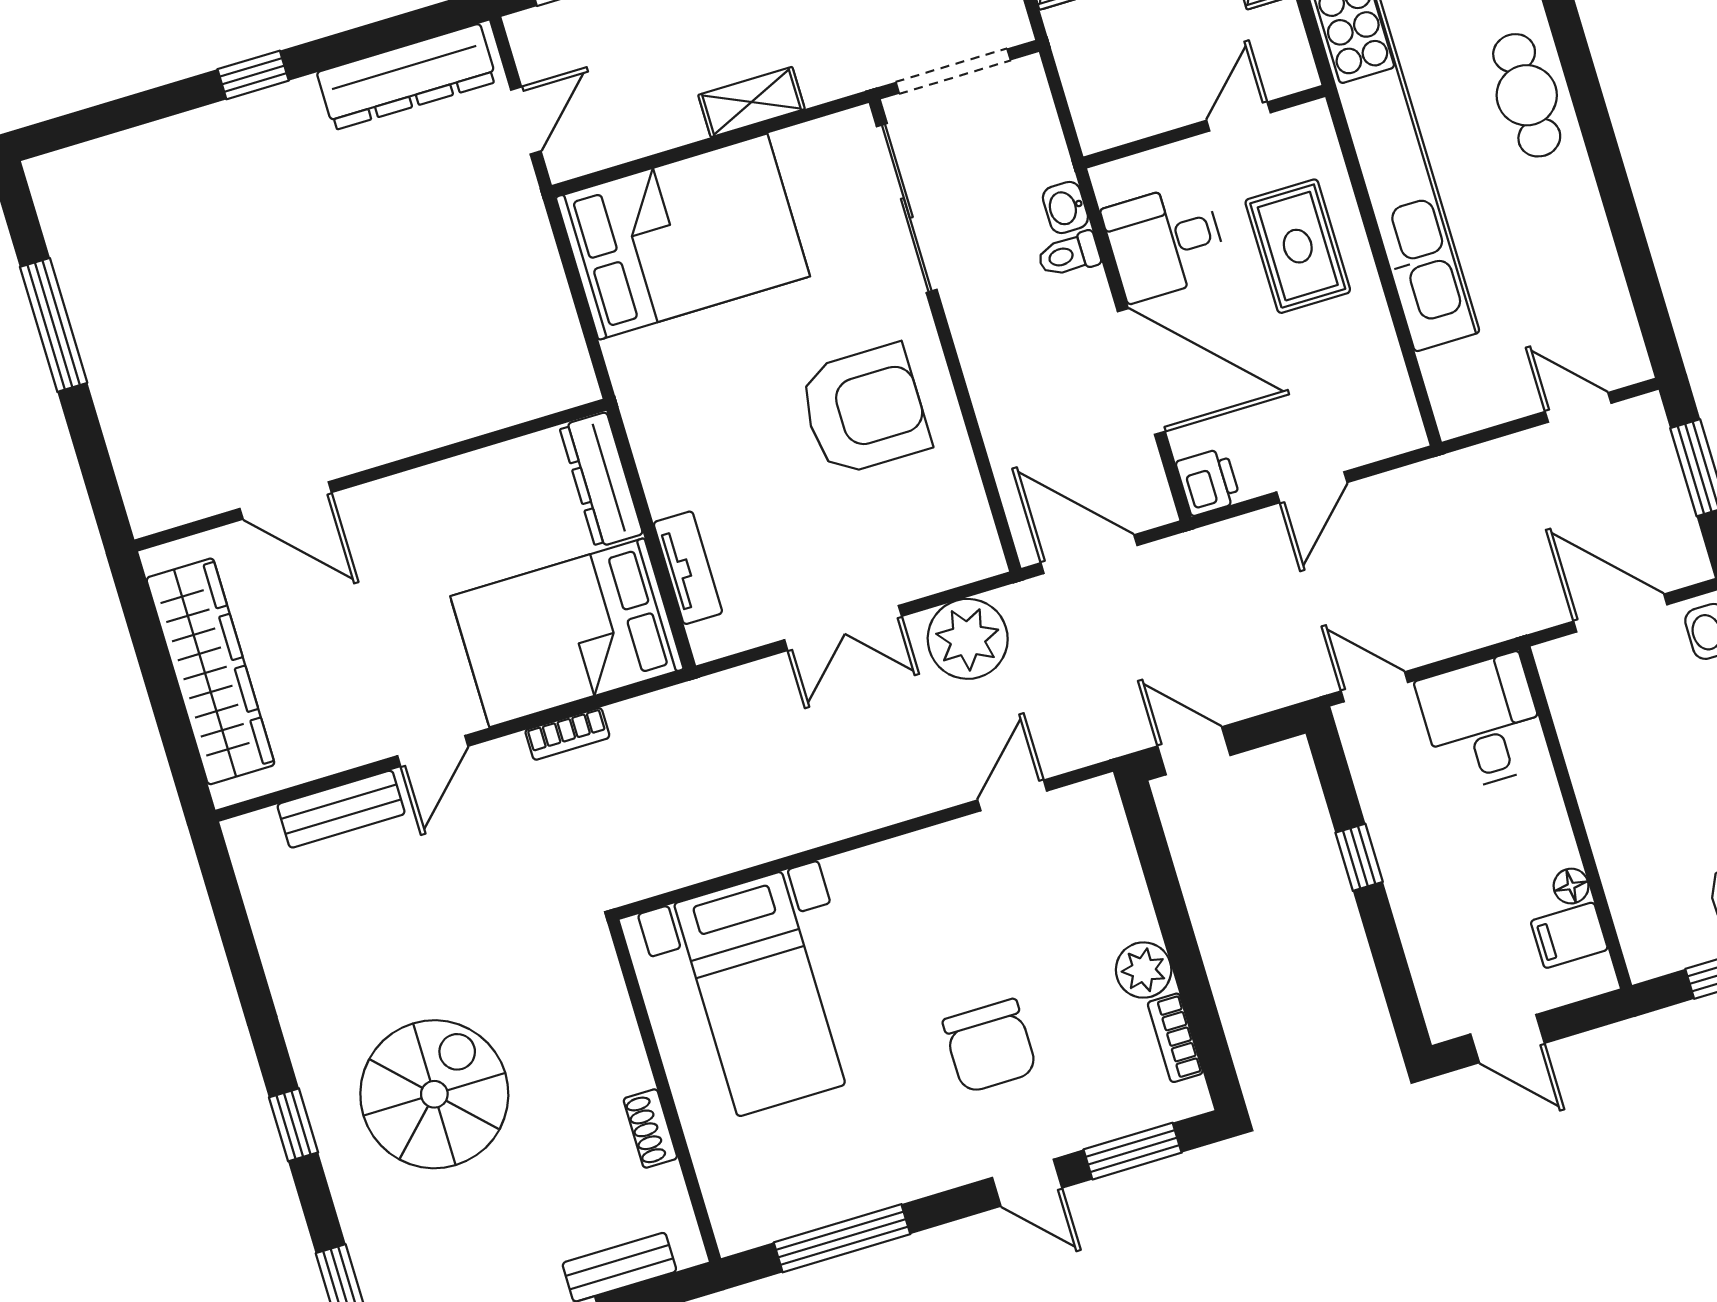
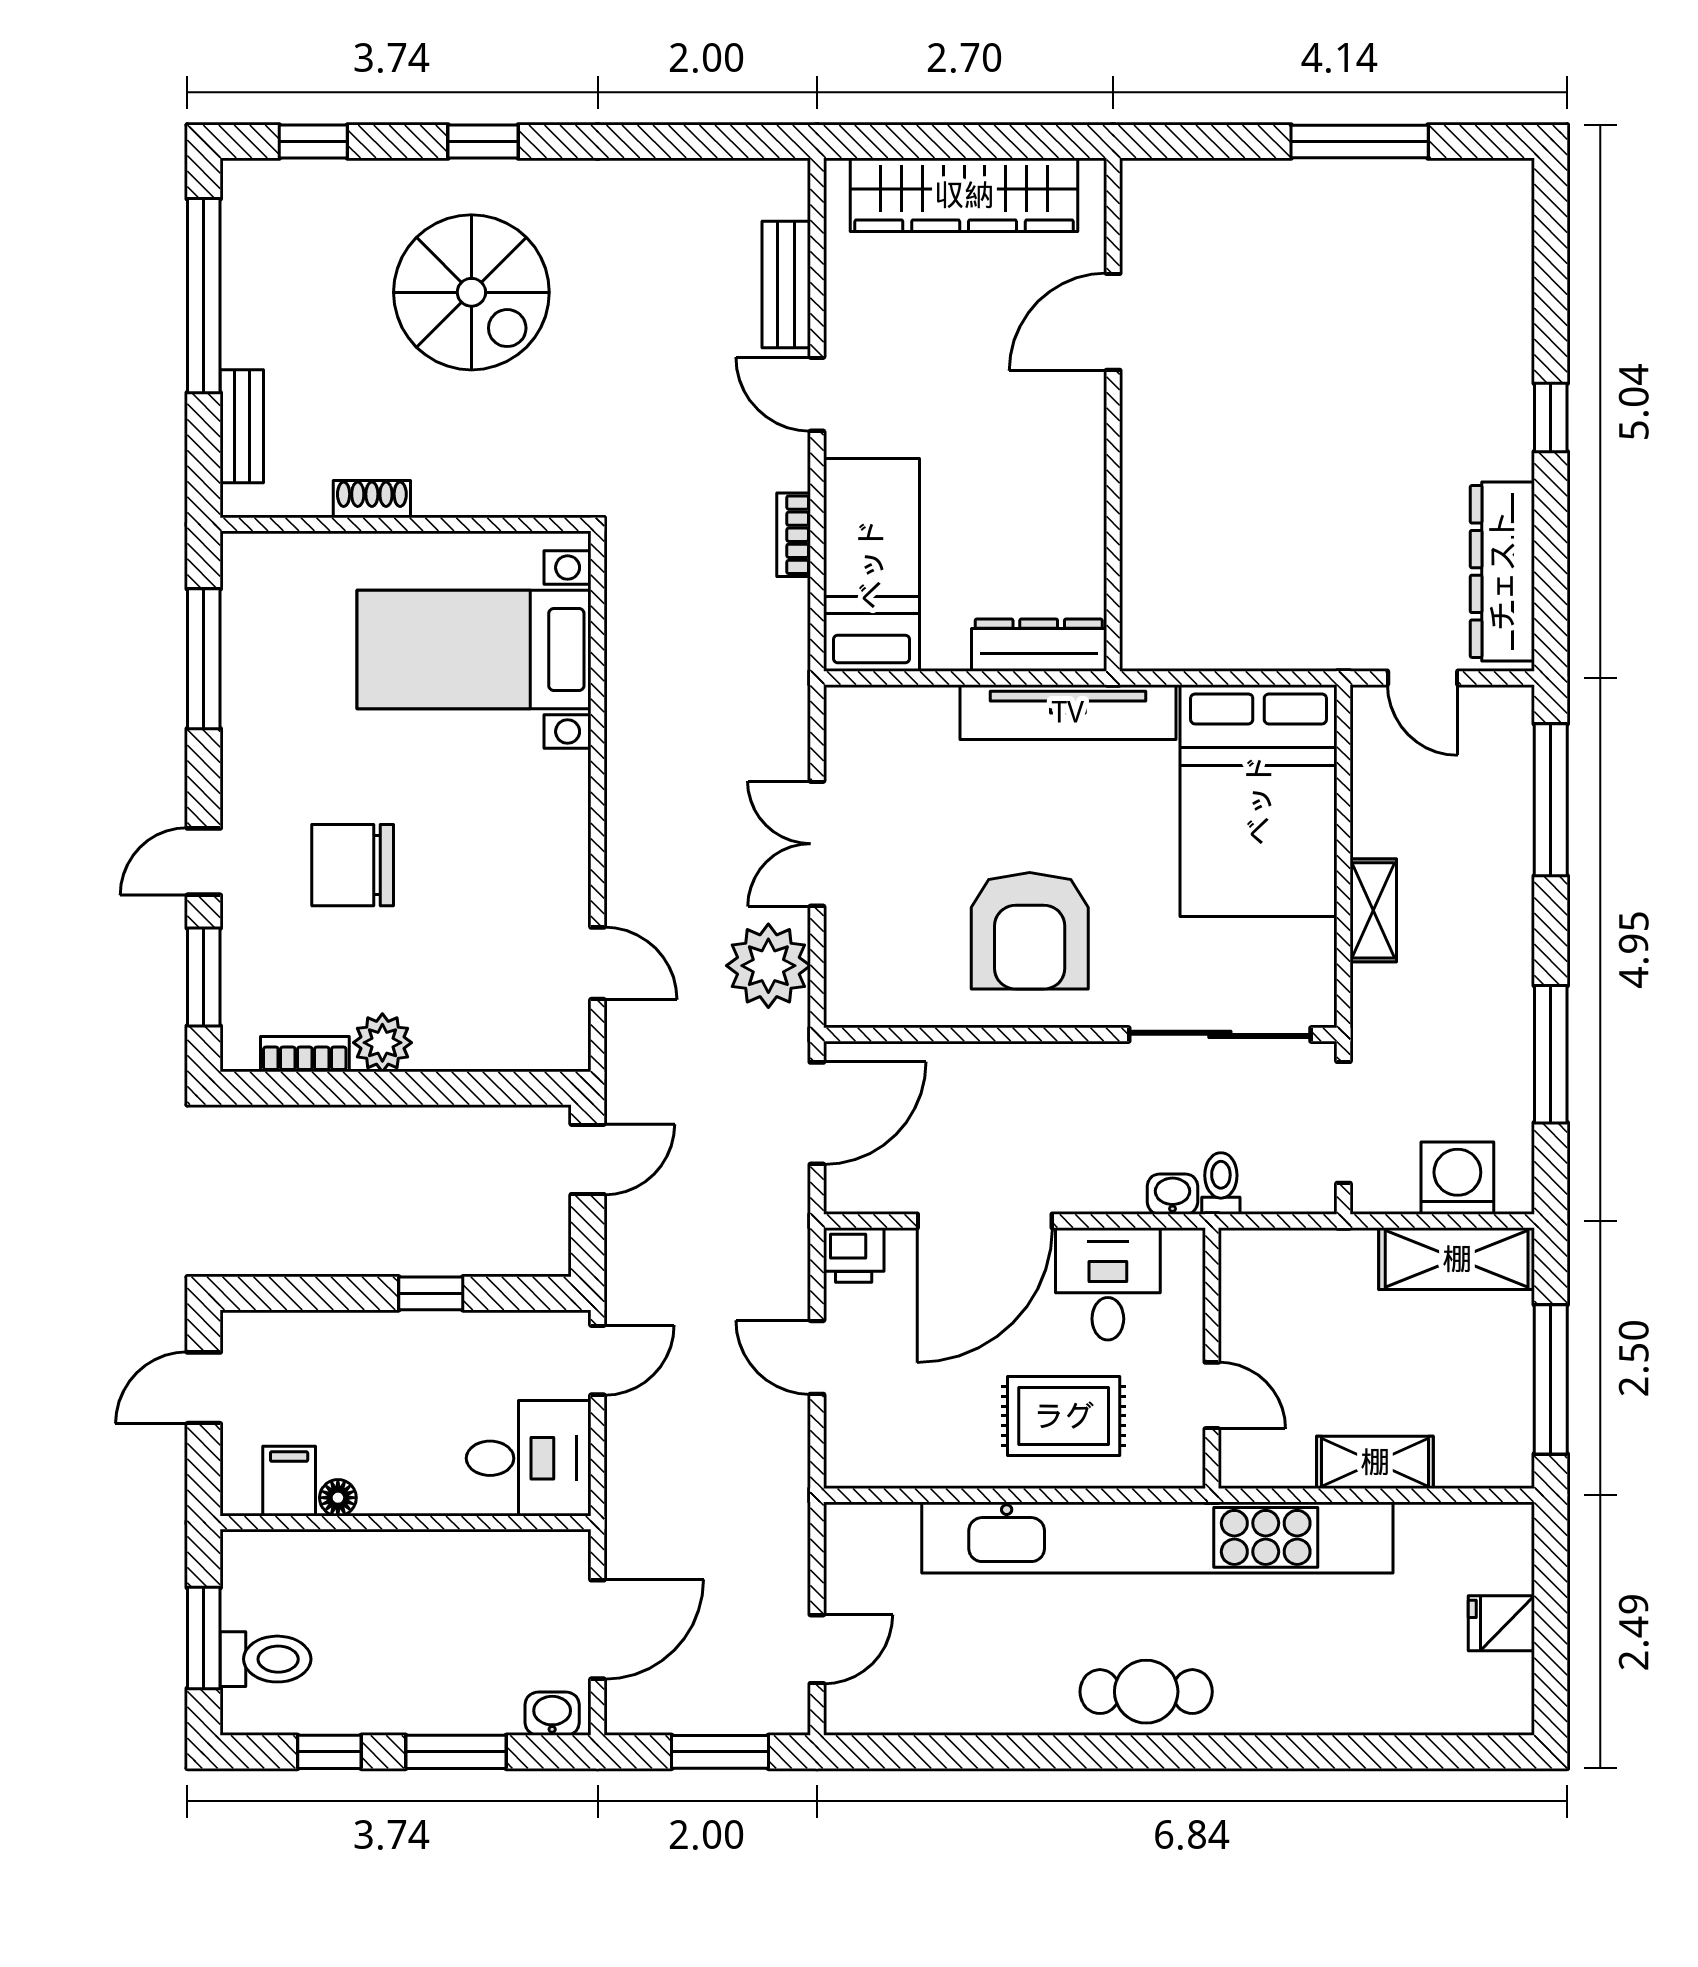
toilet: (1069, 255) -> (1221, 1183), moved
tv unit: (688, 568) -> (1068, 712), moved, width x1.92, depth x1.29
bed: (567, 633) -> (871, 565), width x0.67

